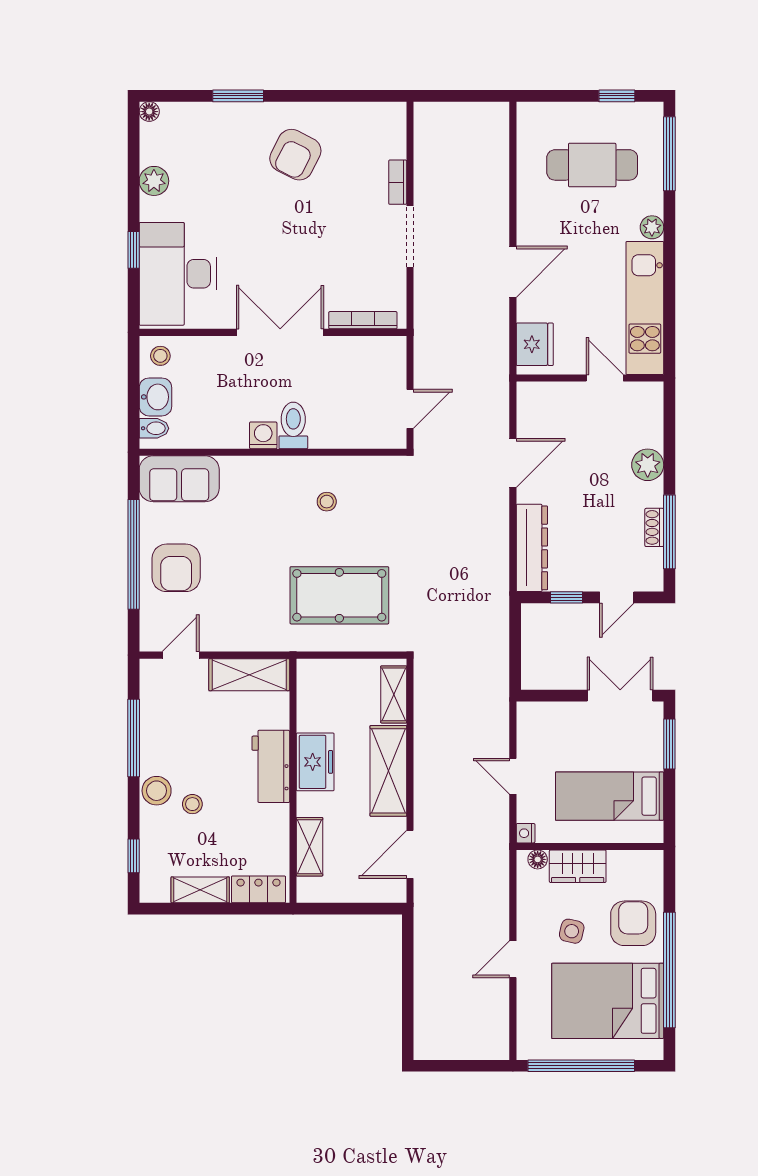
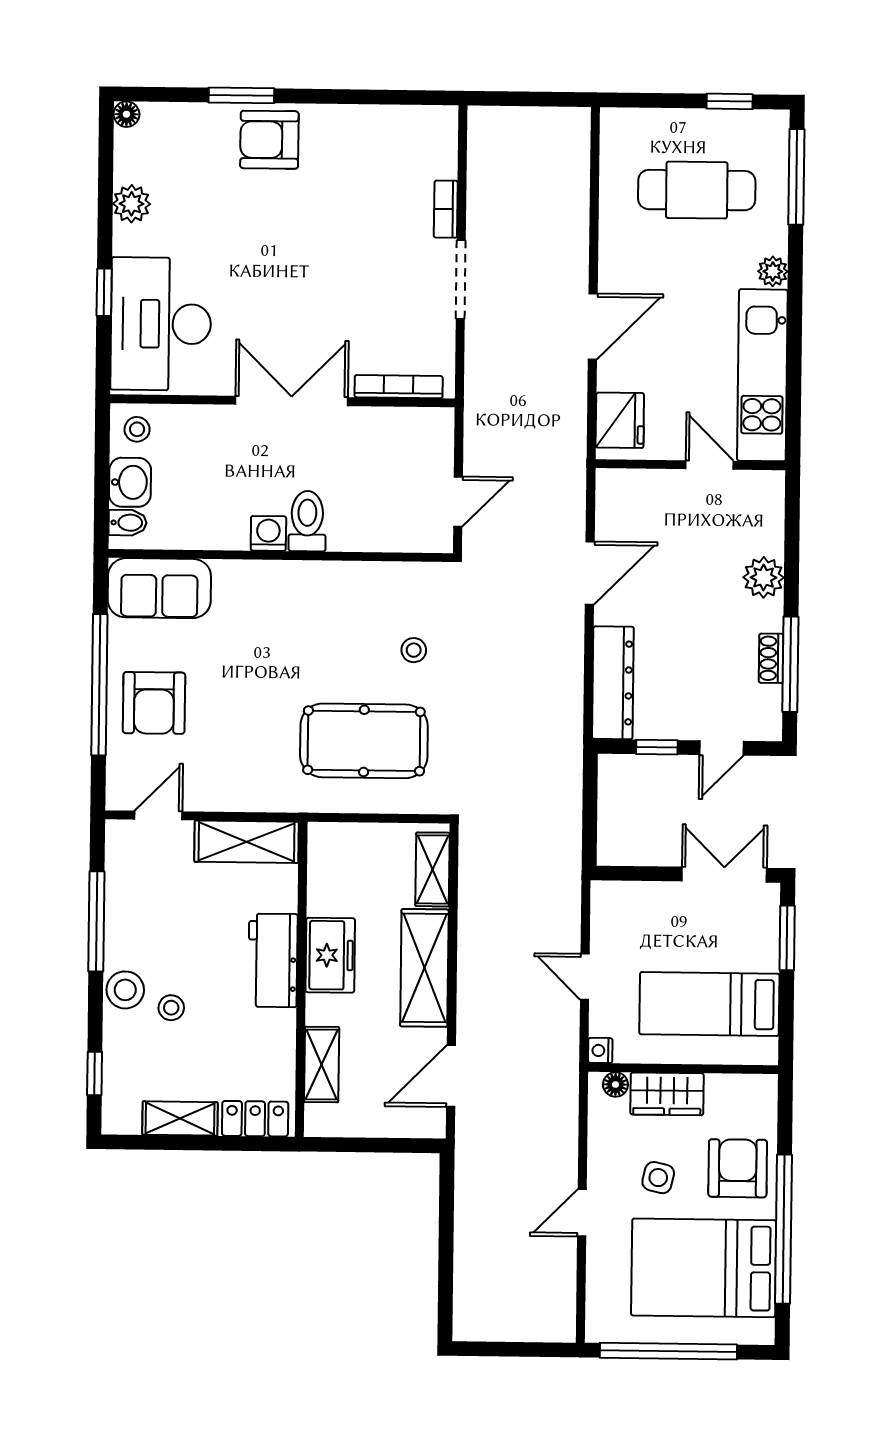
armchair: (295, 155) -> (269, 140), moved, turned 63
stool: (327, 502) -> (414, 650), moved

